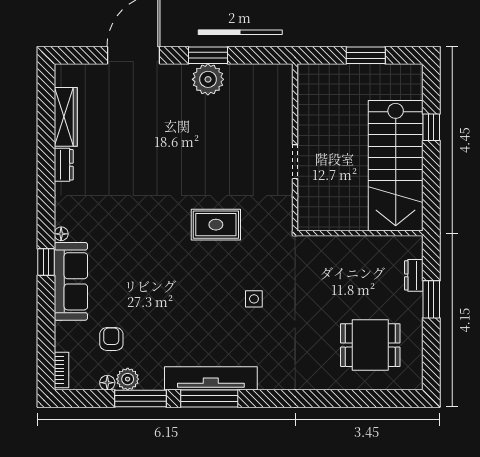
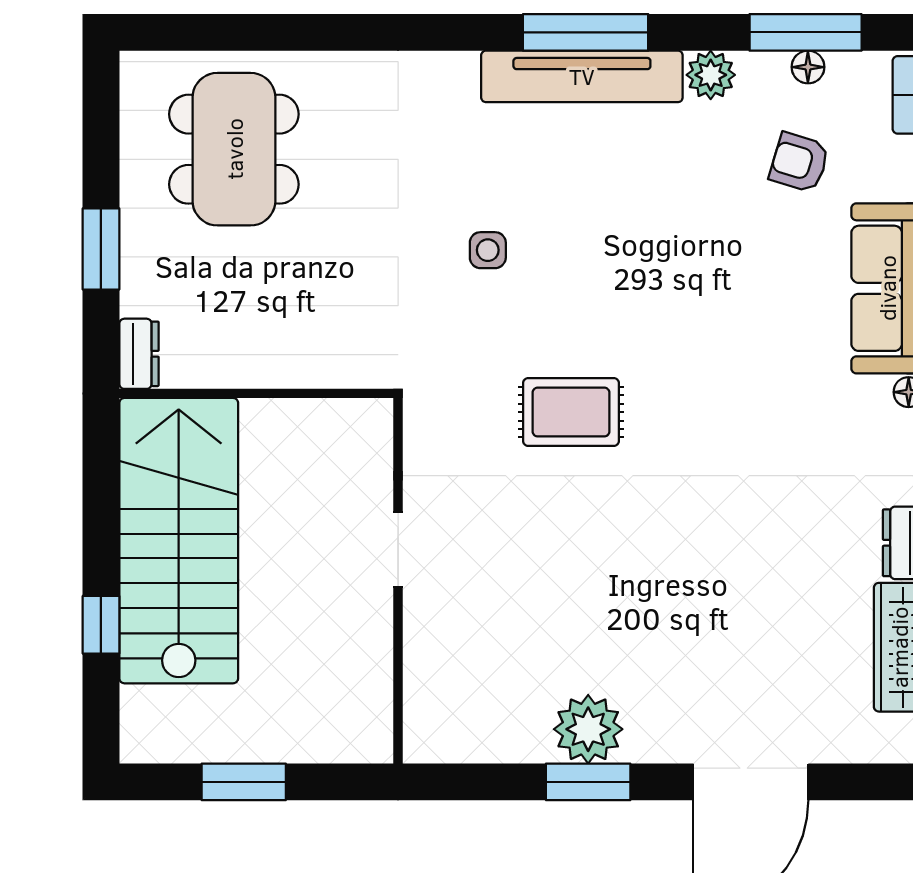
dresser: (414, 275) -> (139, 354), moved
armchair: (111, 339) -> (799, 162), turned 107
dining table: (370, 345) -> (234, 149), width x1.38
plant: (128, 379) -> (711, 75), moved
window: (141, 399) -> (806, 32), moved

